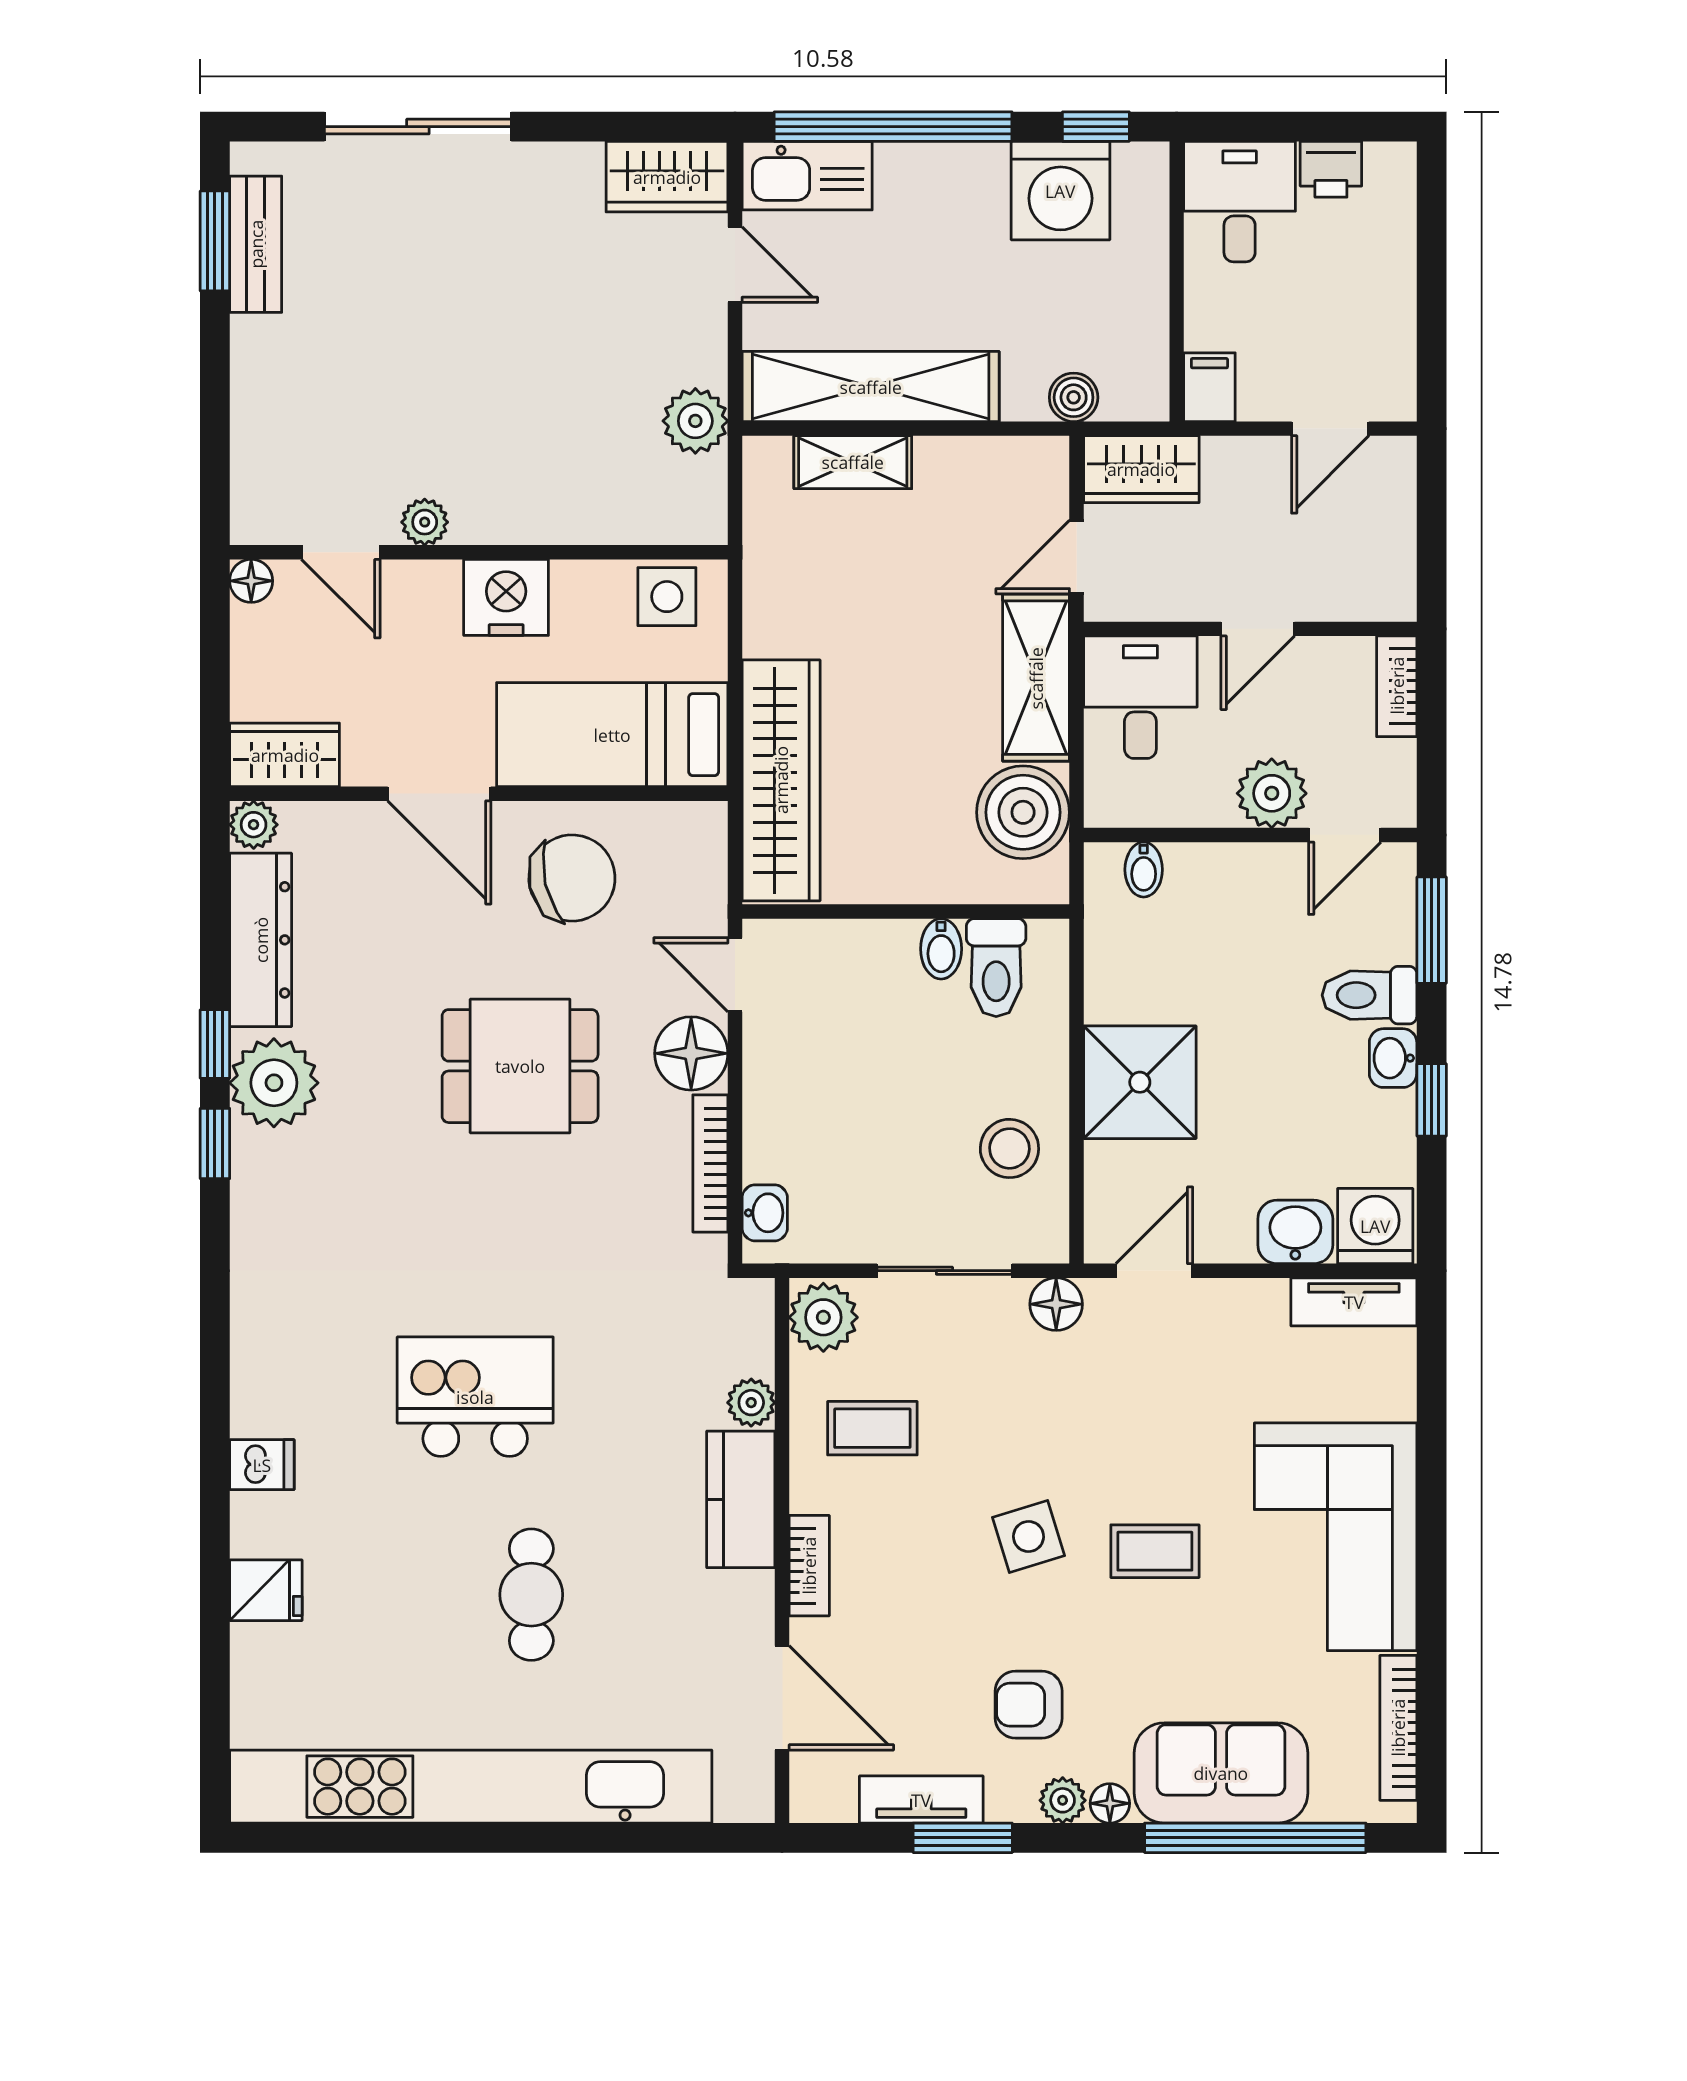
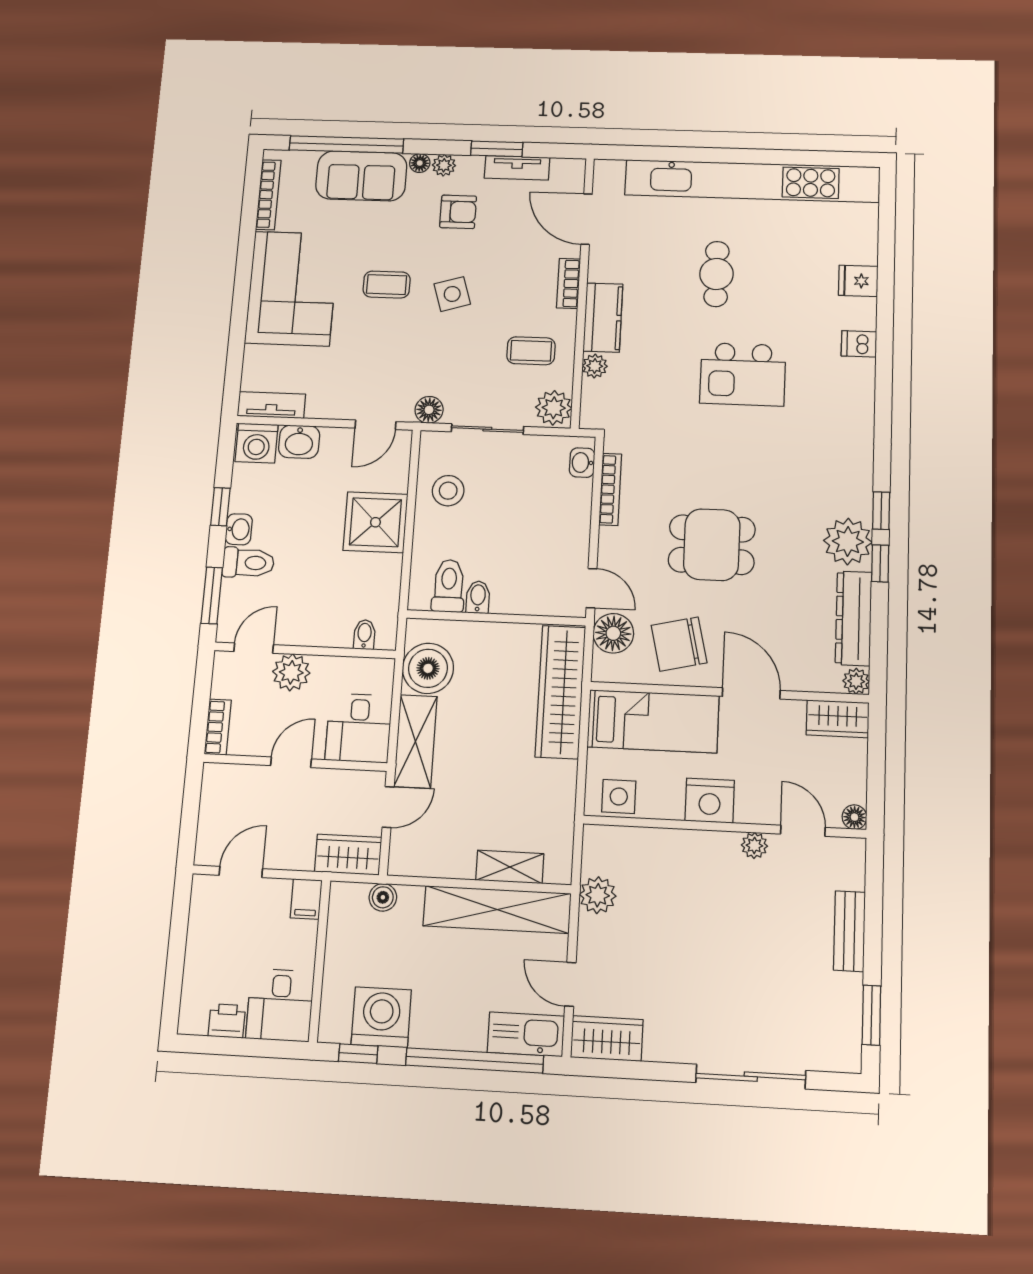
bench: (256, 244) -> (849, 931), moved
floor lamp: (691, 1053) -> (613, 633), moved

